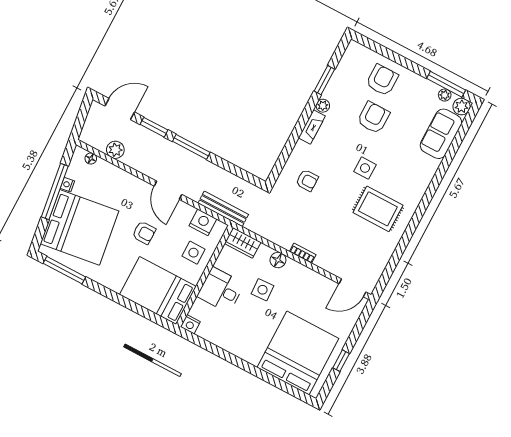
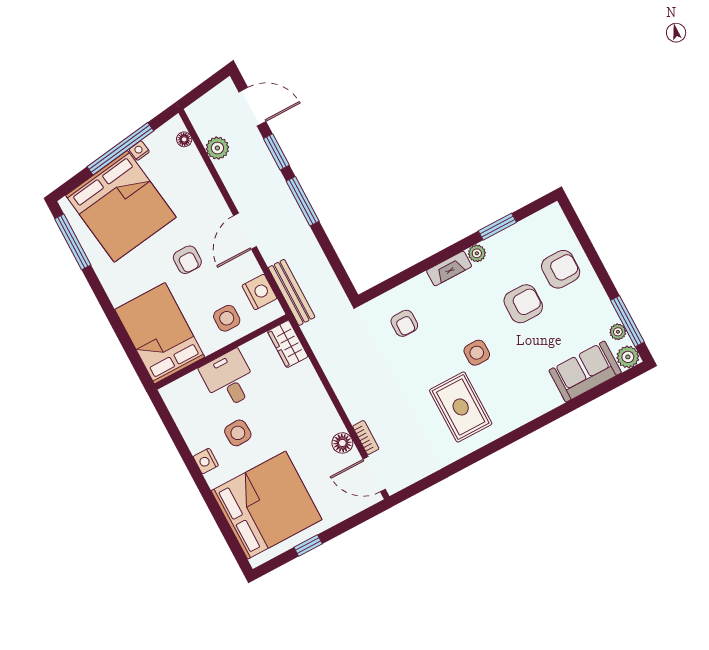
bookcase: (303, 253) -> (366, 437), moved
floor lamp: (278, 260) -> (342, 443), moved
side table: (263, 290) -> (238, 433), moved
nightstand: (190, 324) -> (206, 461), moved

